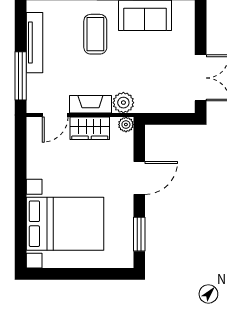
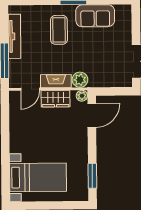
door: (139, 178) -> (92, 115), moved
bed with nightstands: (65, 224) -> (38, 177), width x0.73

